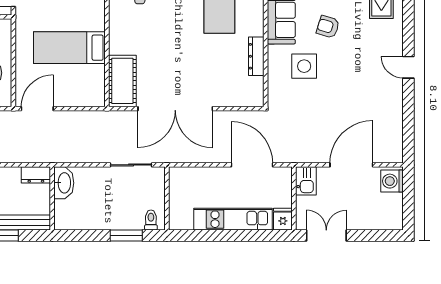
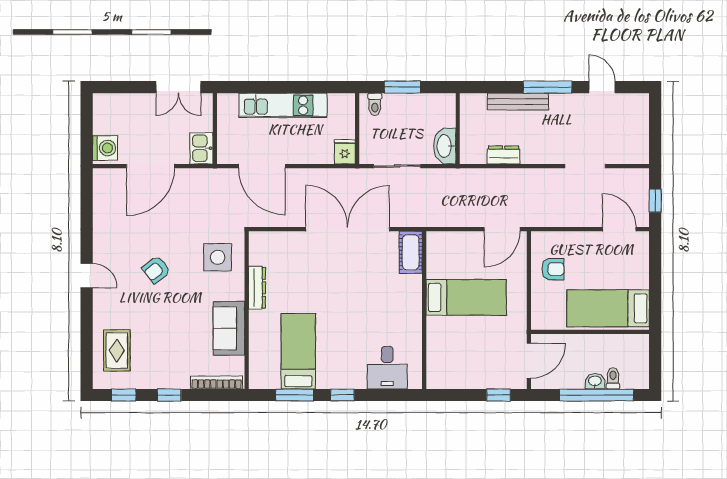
armchair: (328, 27) -> (156, 270), moved, turned 124
side table: (304, 66) -> (218, 257), moved
cot: (122, 81) -> (411, 252), width x0.73, depth x0.75
washbasin: (64, 183) -> (445, 146), moved
wall: (52, 198) -> (458, 129), moved
fridge: (283, 219) -> (345, 152), moved, turned 180

